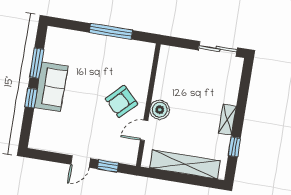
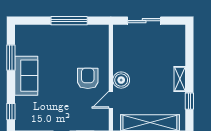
sliding door: (218, 49) -> (144, 21), moved
window: (31, 98) -> (11, 112), moved
armchair: (122, 101) -> (88, 78), turned 135

